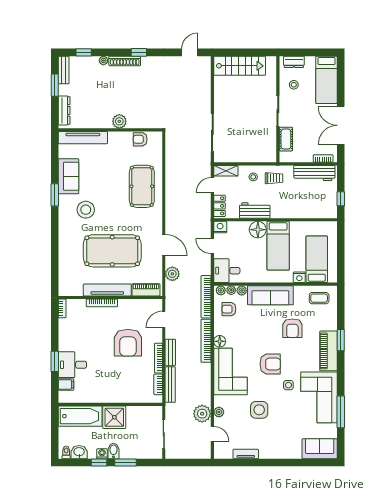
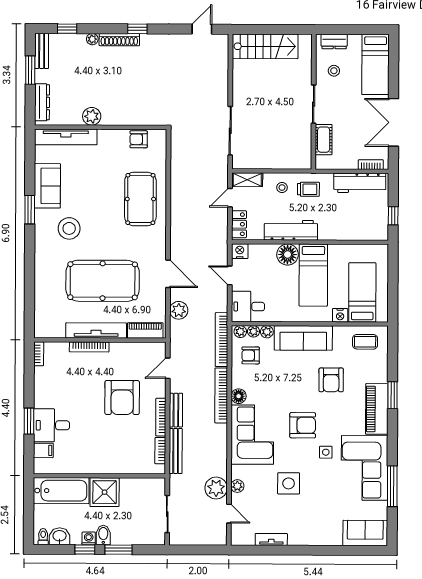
plant: (119, 121) -> (92, 116), moved
workbench: (255, 210) -> (291, 230), width x1.37

